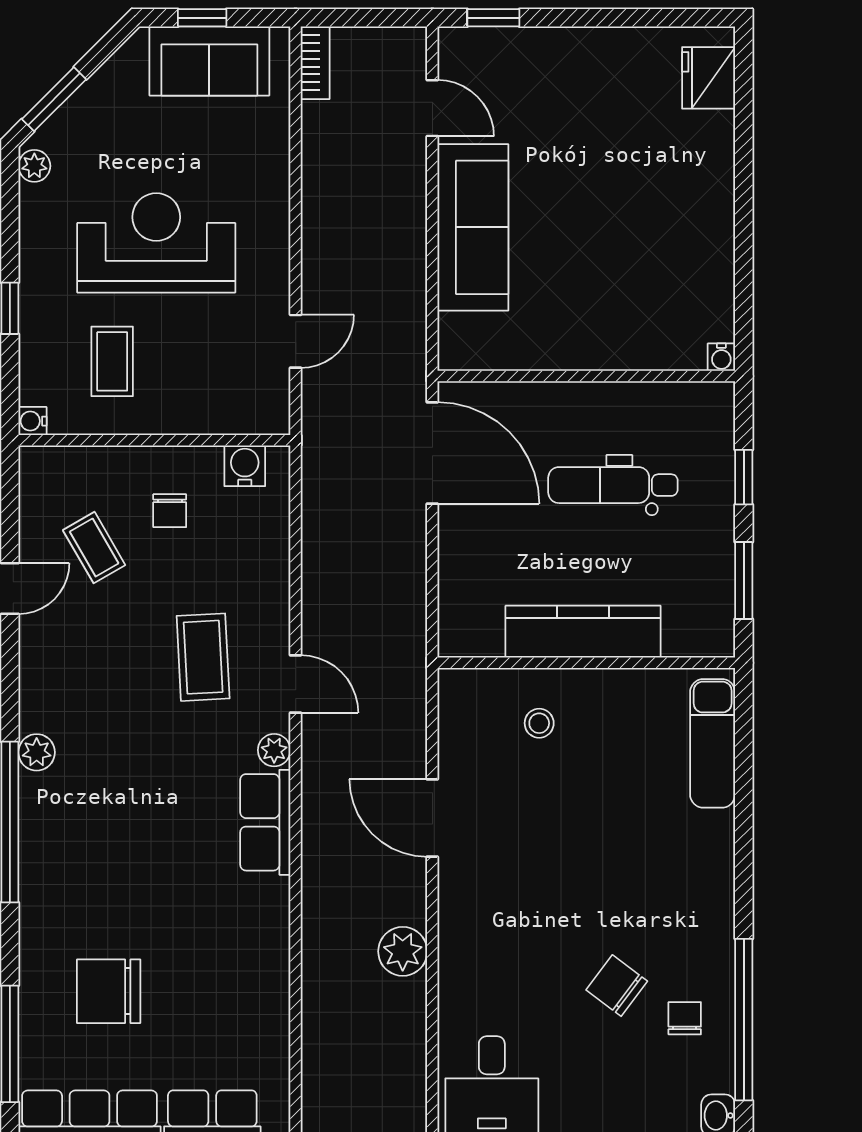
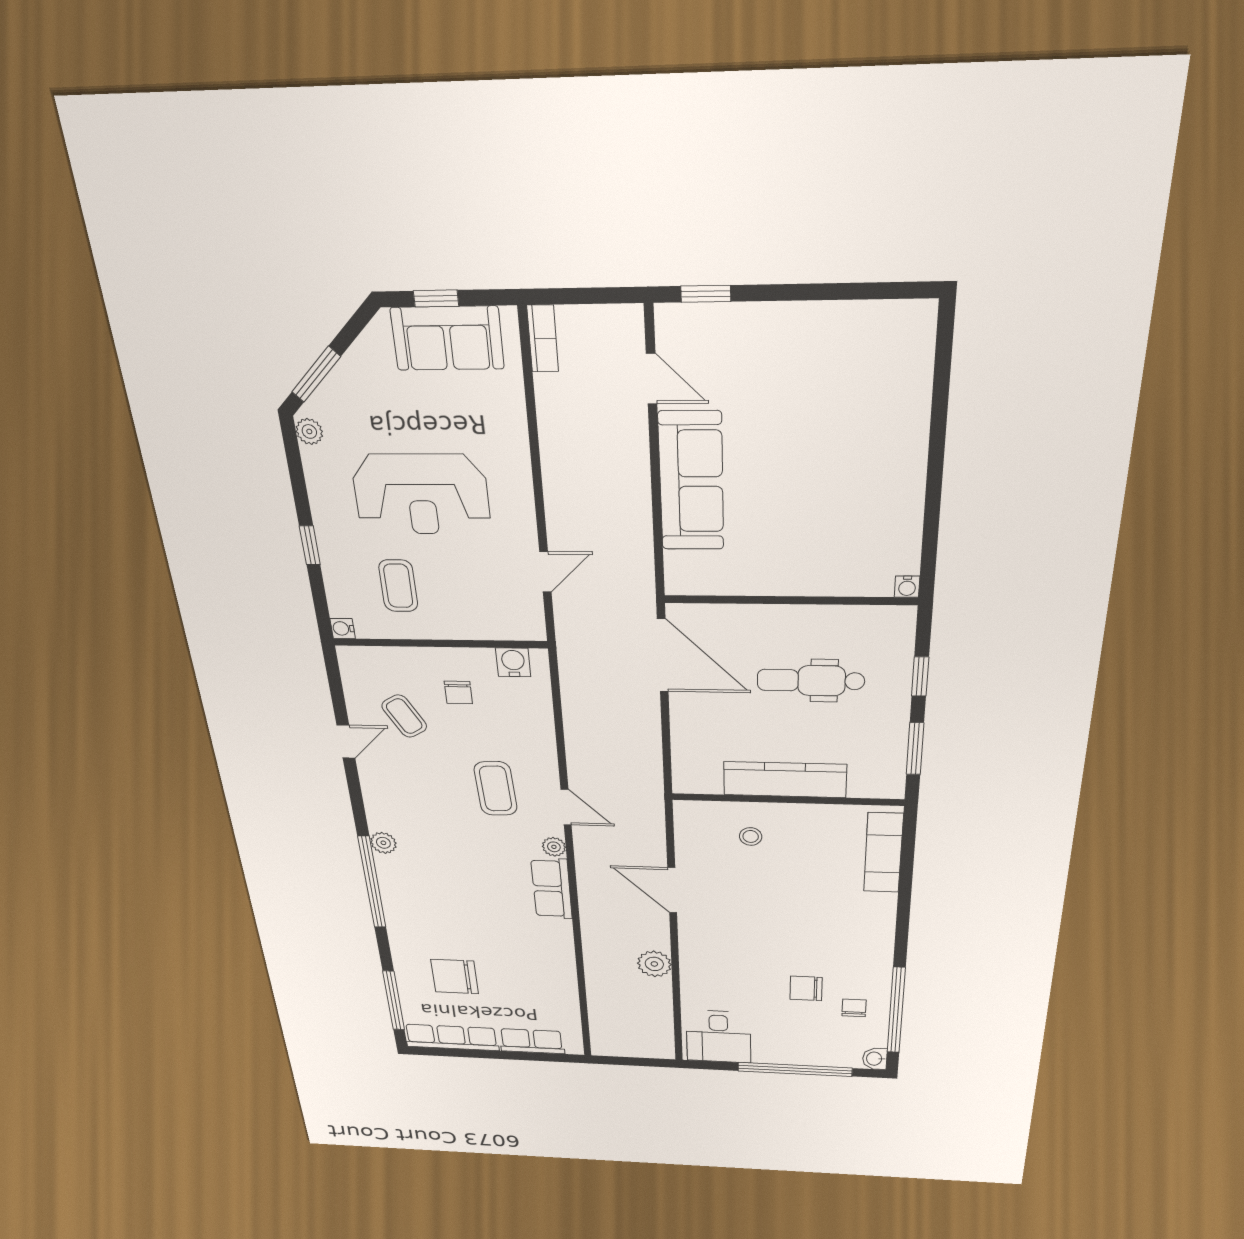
fridge: (709, 78) -> (910, 348), removed
reception desk: (156, 243) -> (421, 494), turned 180
chair: (617, 986) -> (806, 988), turned -37

